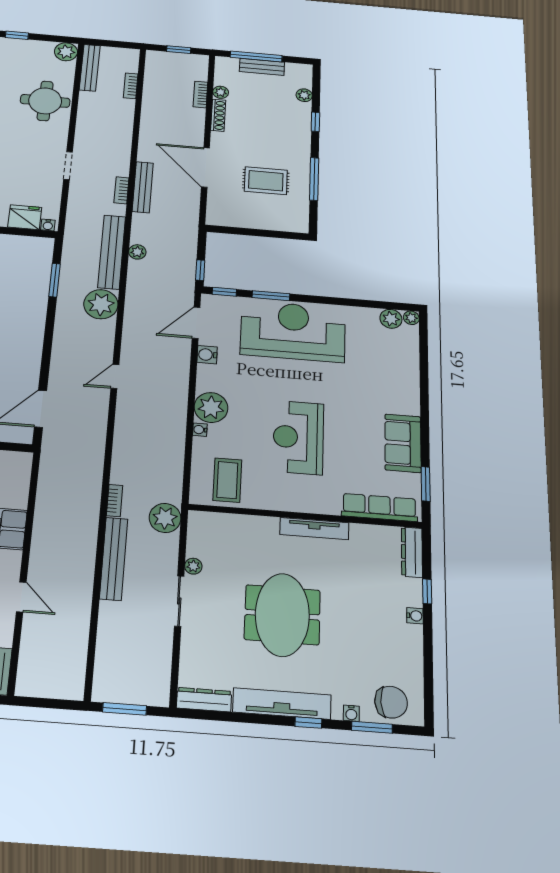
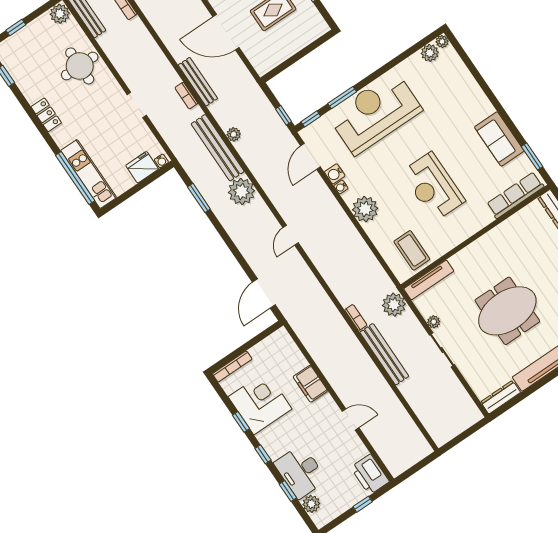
water cooler: (200, 430) -> (341, 187), moved
tv unit: (314, 529) -> (429, 280), moved
meeting table: (282, 615) -> (507, 311), turned 90
window: (125, 709) -> (461, 438), removed

